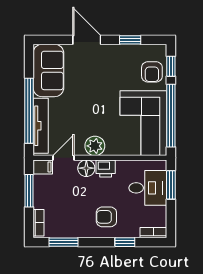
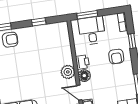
window: (171, 116) -> (39, 22), width x0.32
corner sofa: (143, 123) -> (47, 40), removed

